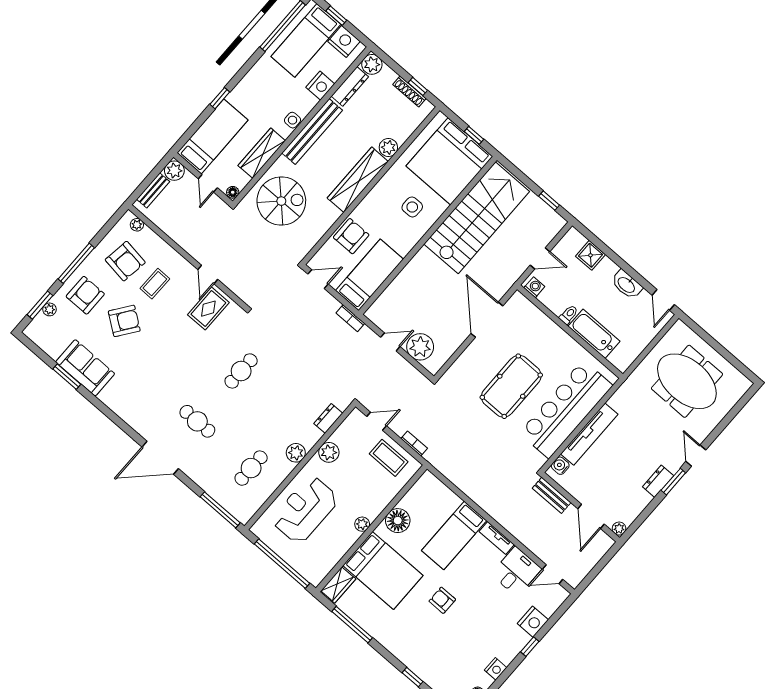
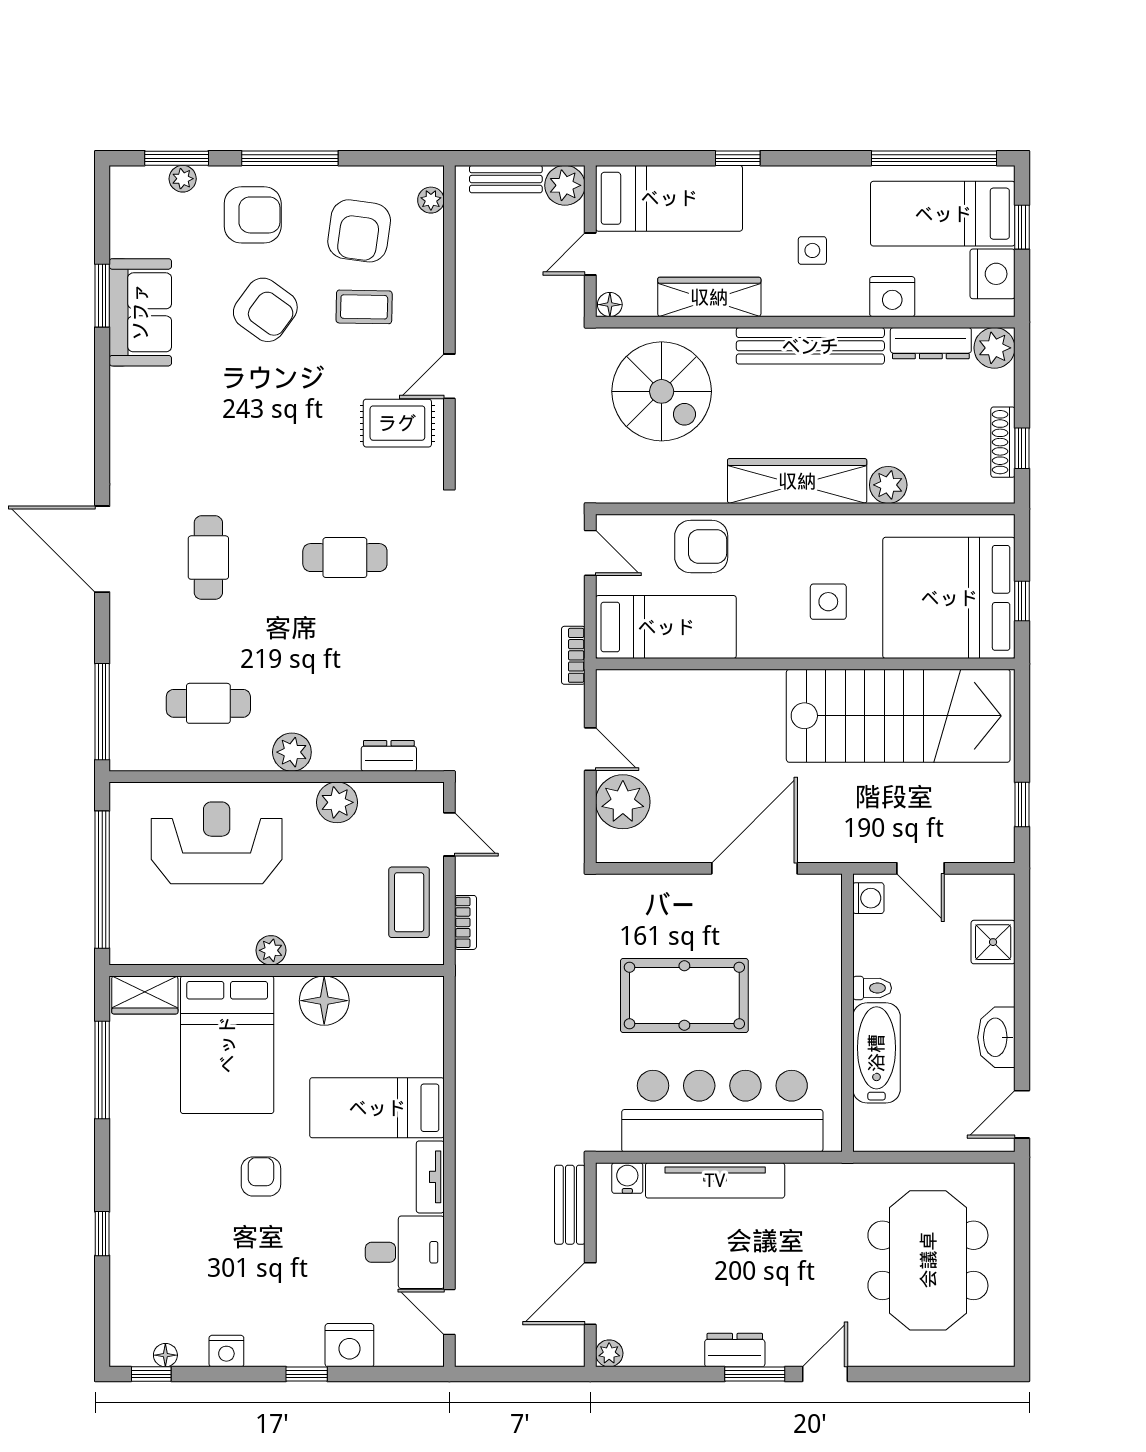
side table: (293, 120) -> (812, 250), moved

